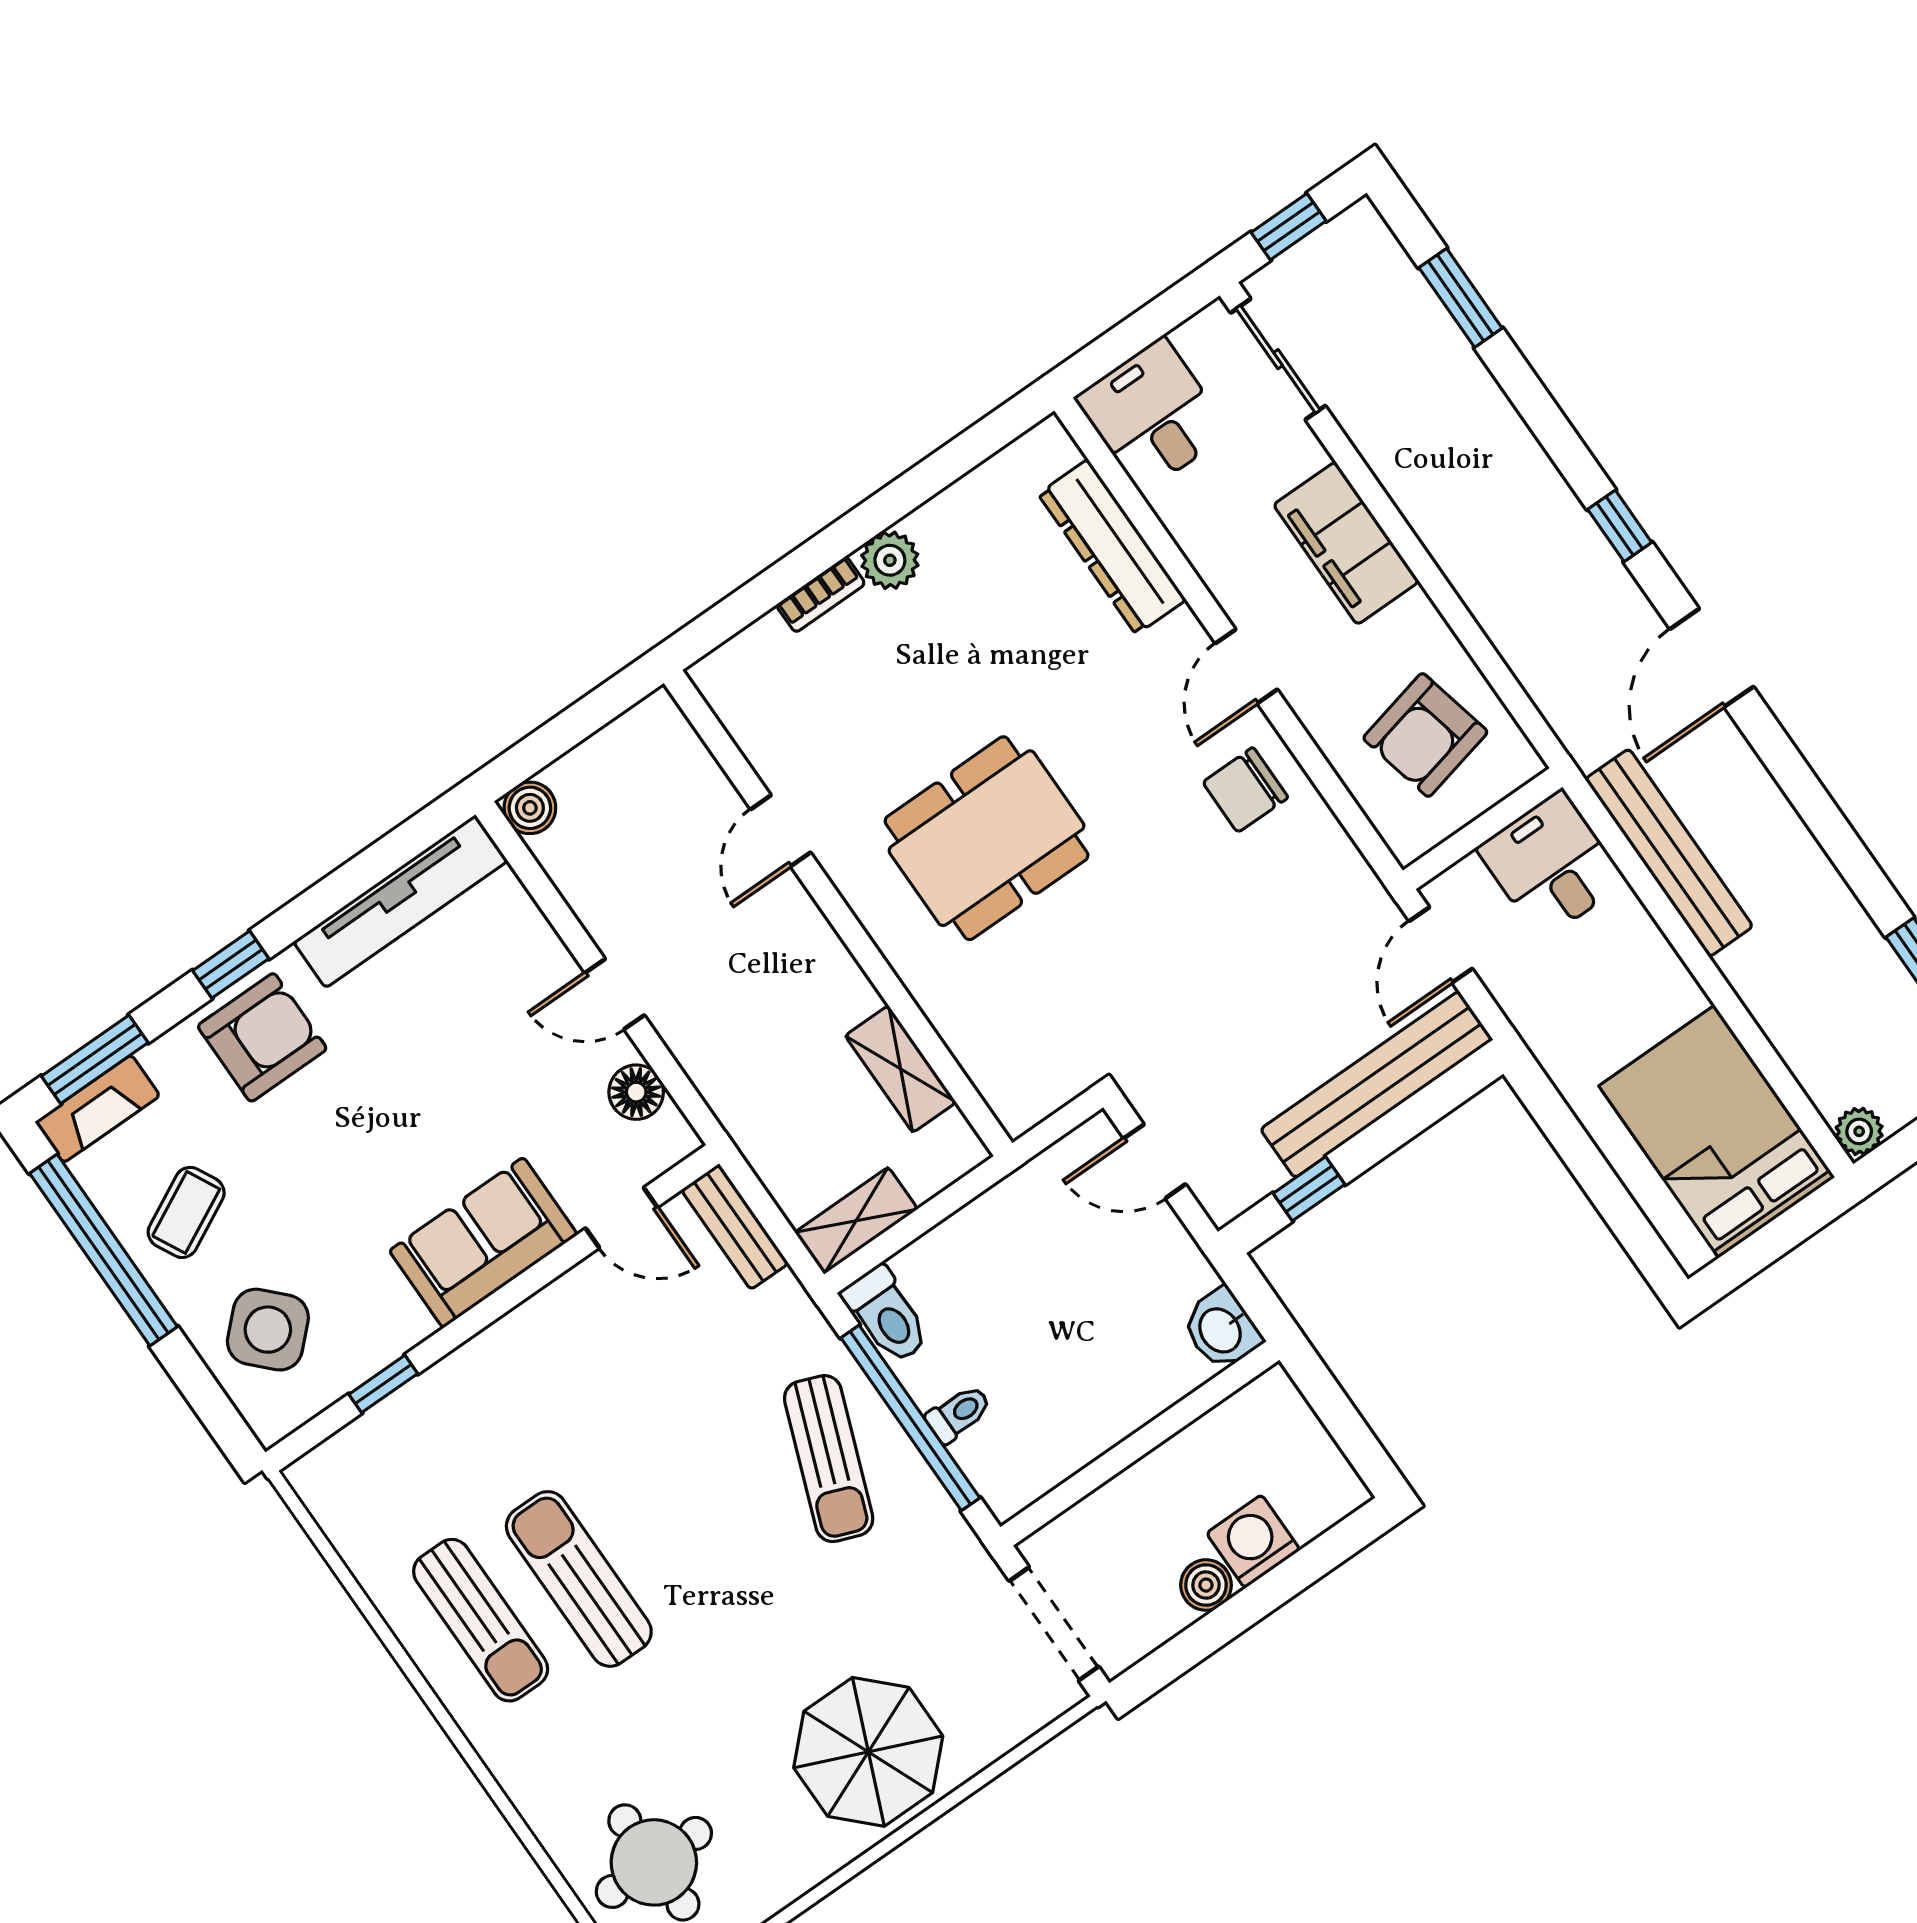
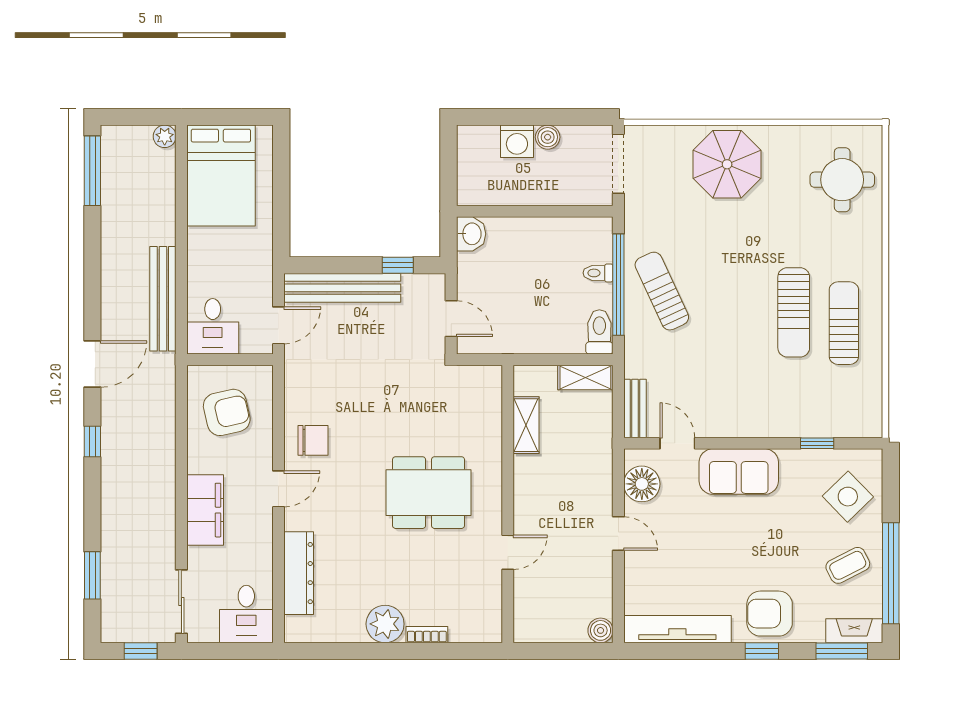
plant: (890, 560) -> (385, 624), width x1.36, depth x1.36
floor lamp: (636, 1092) -> (642, 484), width x1.38, depth x1.38
sun lounger: (829, 1459) -> (662, 291), turned -46

